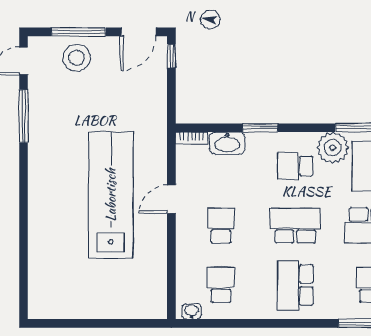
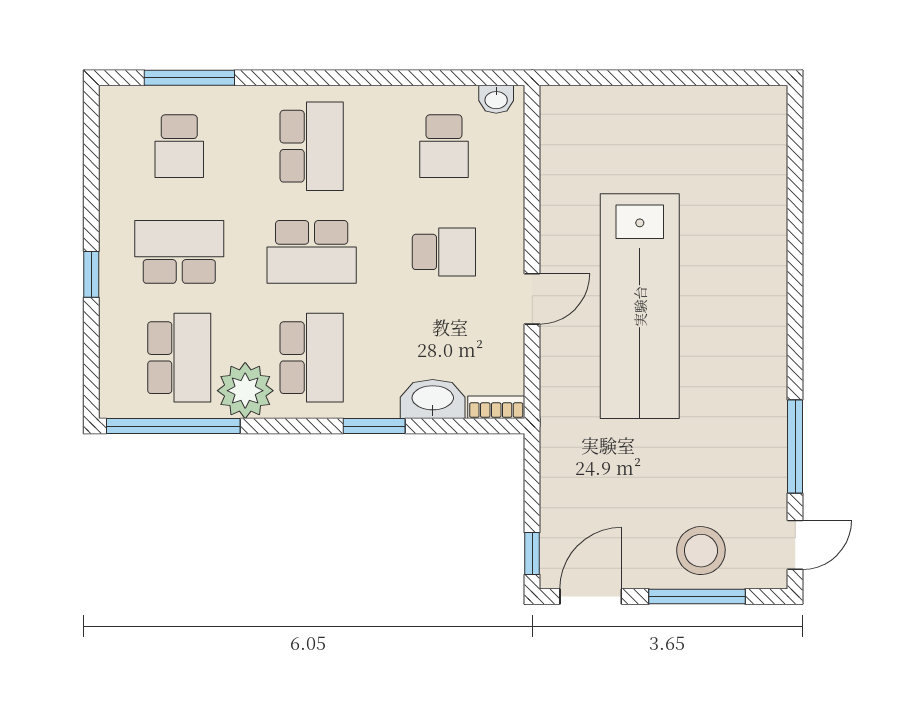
school desk: (295, 166) -> (312, 358), width x1.85
school desk: (221, 226) -> (444, 252), turned -90

